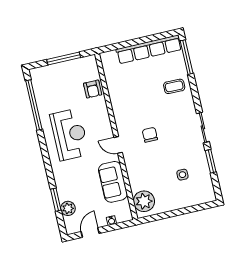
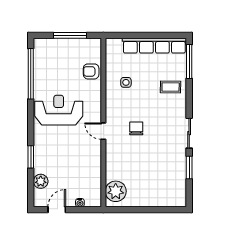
armchair: (93, 89) -> (91, 71), turned 90
reception desk: (70, 134) -> (59, 110), turned -90
side table: (182, 175) -> (126, 82), moved
sofa: (113, 182) -> (90, 166), removed
window: (56, 200) -> (31, 157), moved

